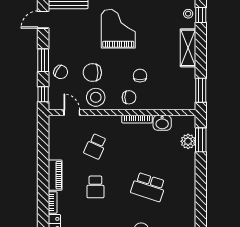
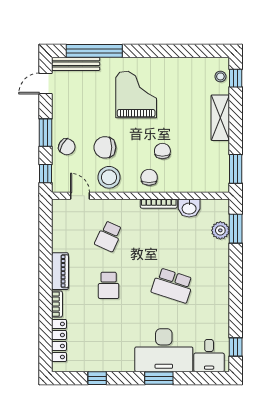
chair: (129, 97) -> (149, 177), turned -90

